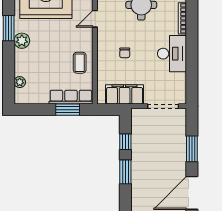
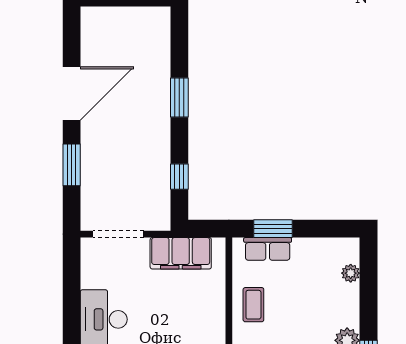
chair: (125, 53) -> (180, 321), removed
row of seats: (71, 97) -> (268, 249), width x0.68
window: (125, 172) -> (179, 97), moved

